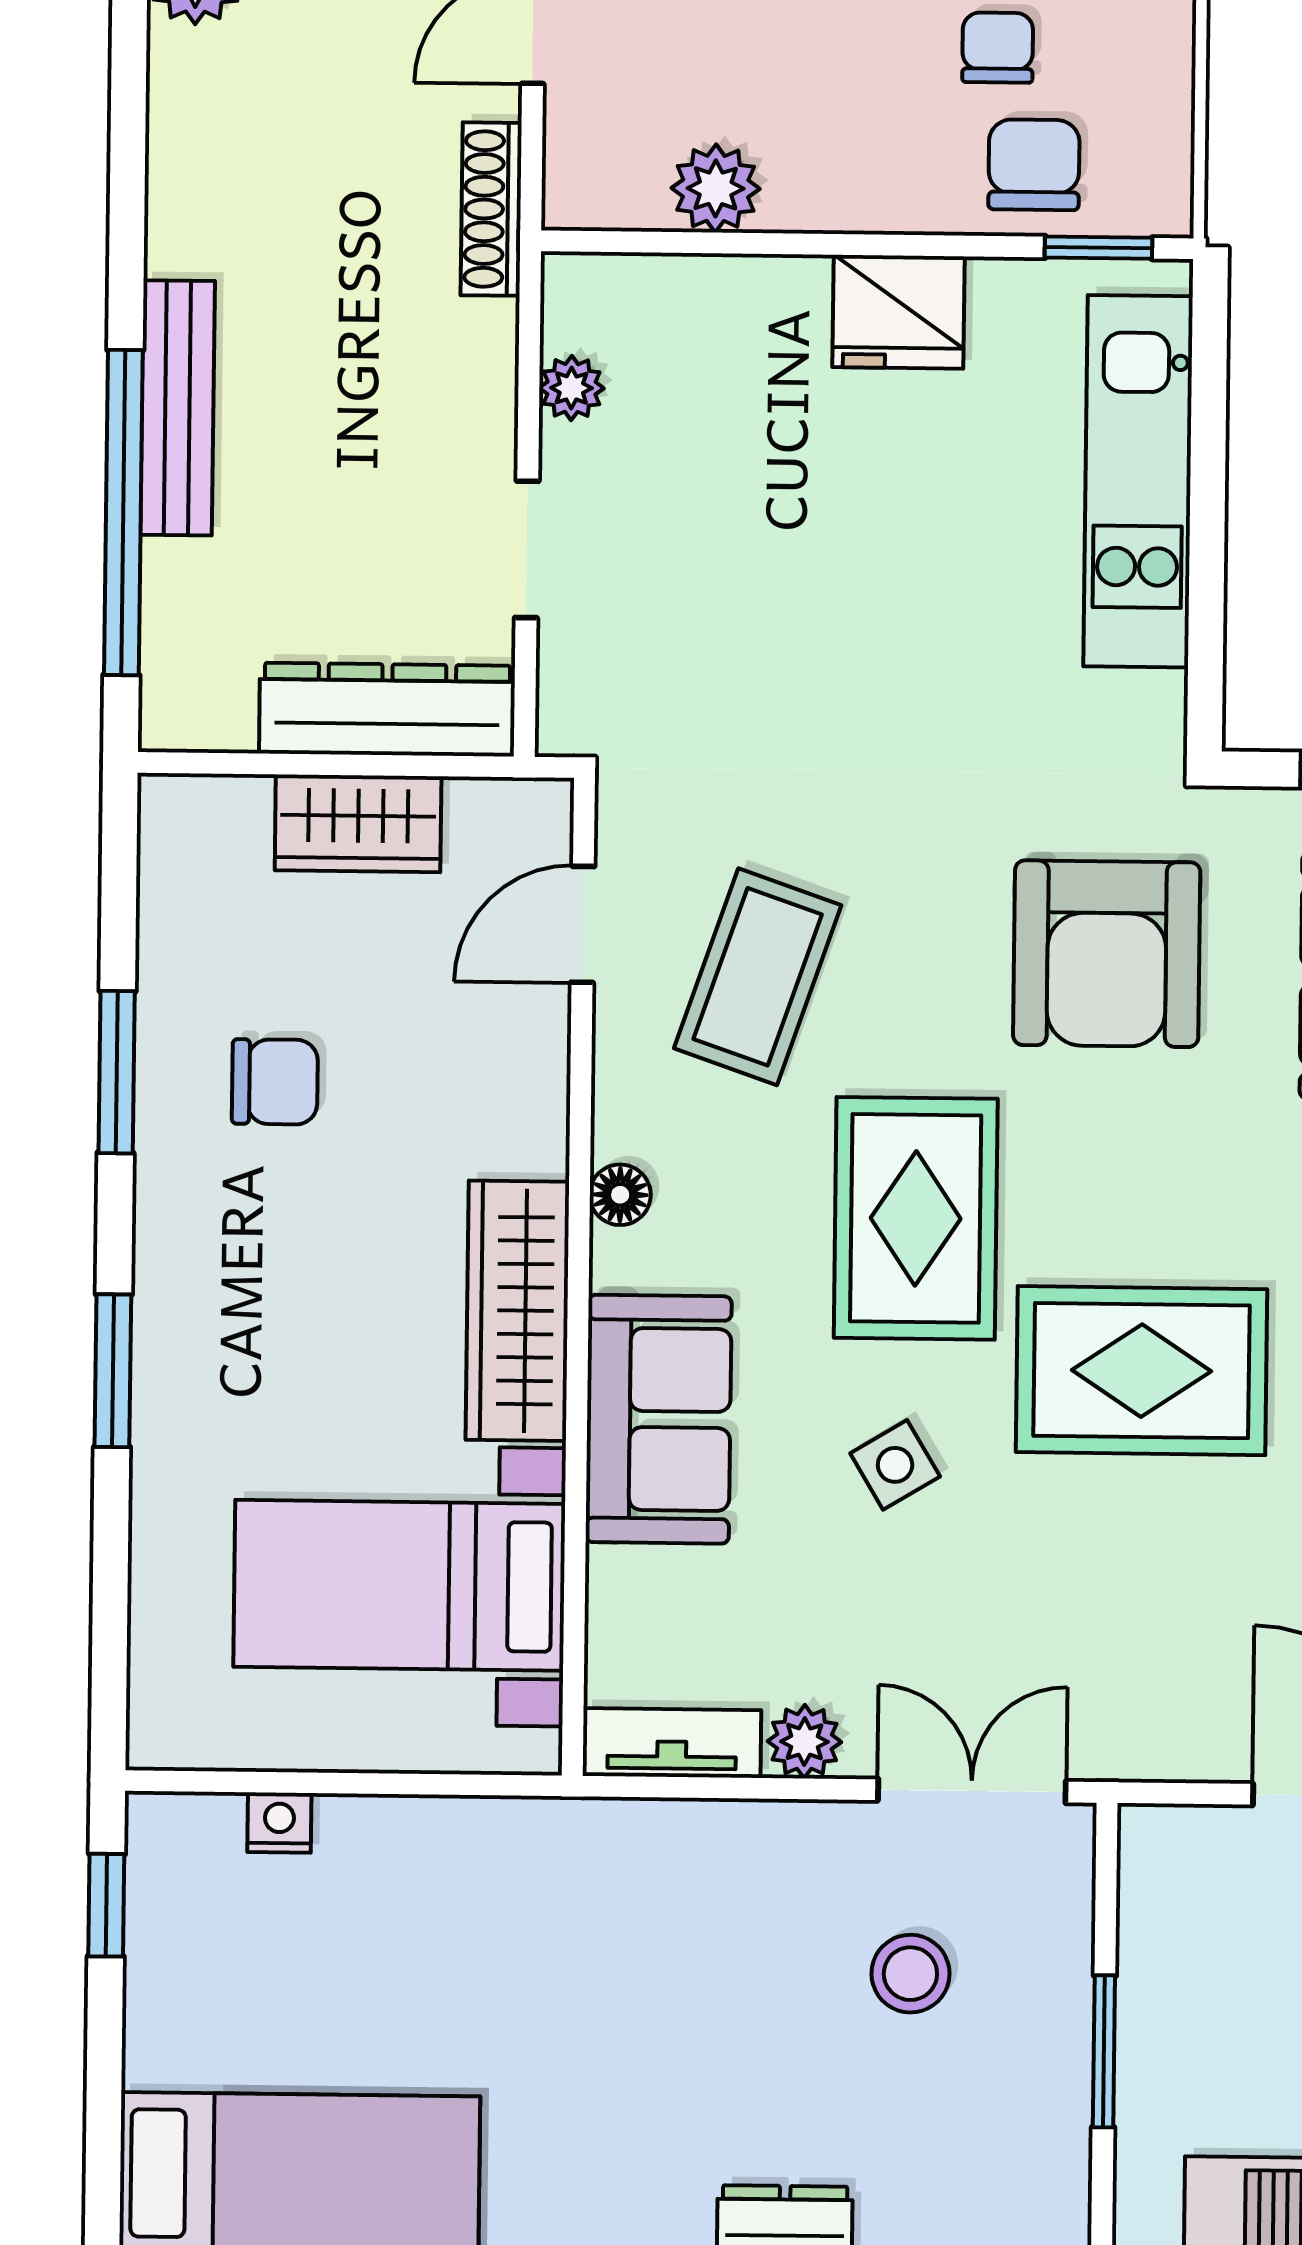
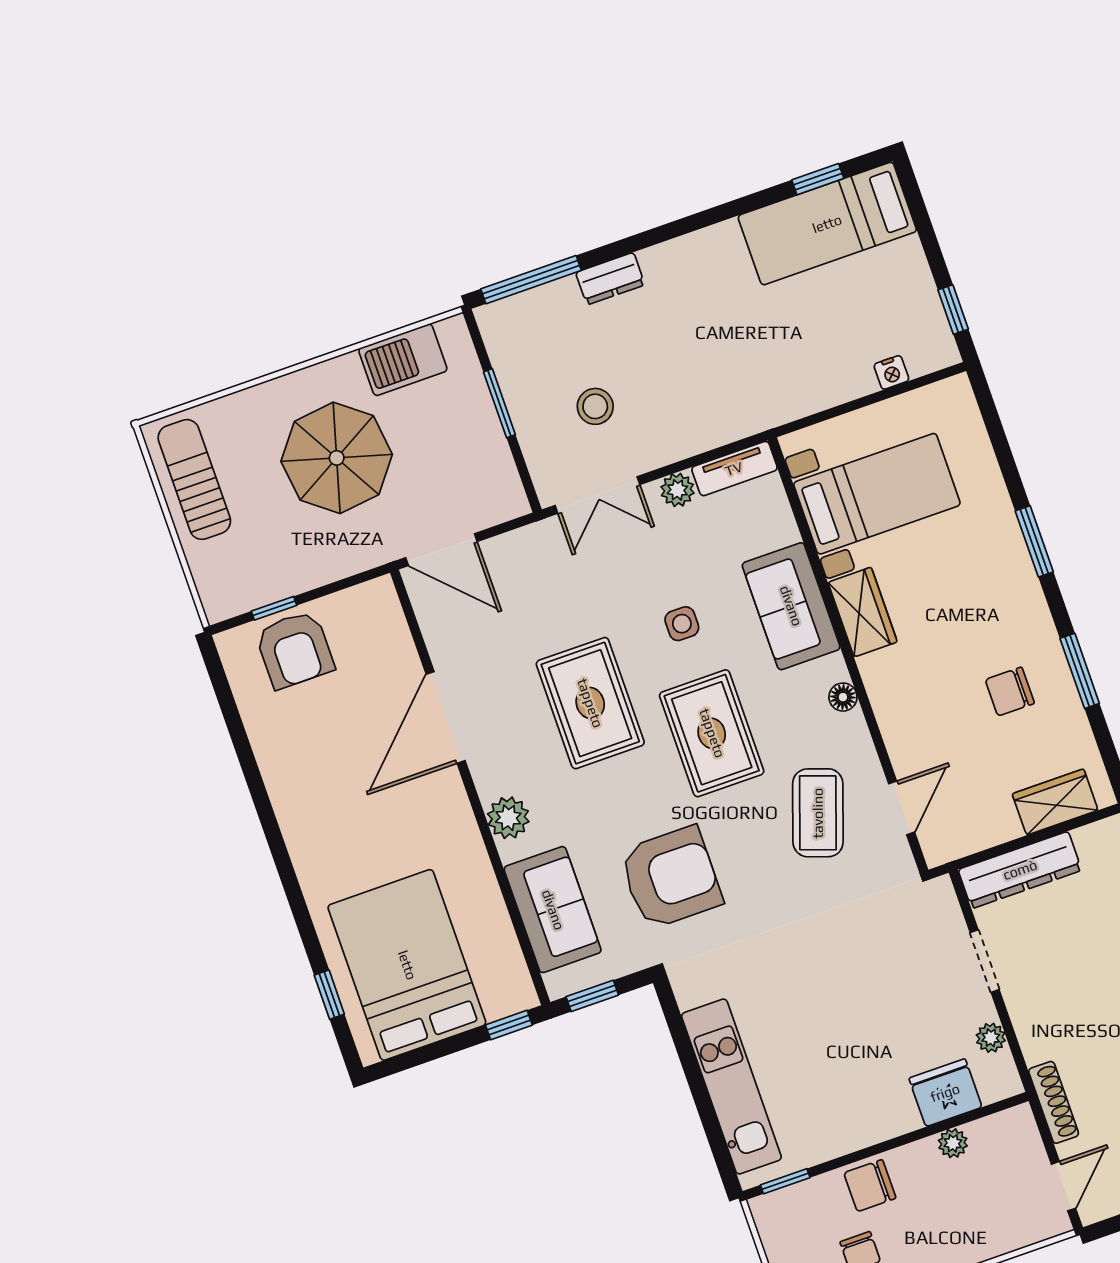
chair: (1034, 165) -> (870, 1186), moved, turned 90
plant: (716, 188) -> (953, 1143), width x0.73, depth x0.73
fridge: (898, 312) -> (945, 1093), moved
wardrobe: (358, 823) -> (1055, 802), moved
armchair: (1107, 954) -> (671, 878), turned 90
wardrobe: (517, 1311) -> (863, 612), width x0.67
rug: (1142, 1371) -> (590, 703), turned 90
side table: (895, 1465) -> (682, 624), turned 31

